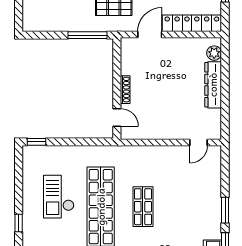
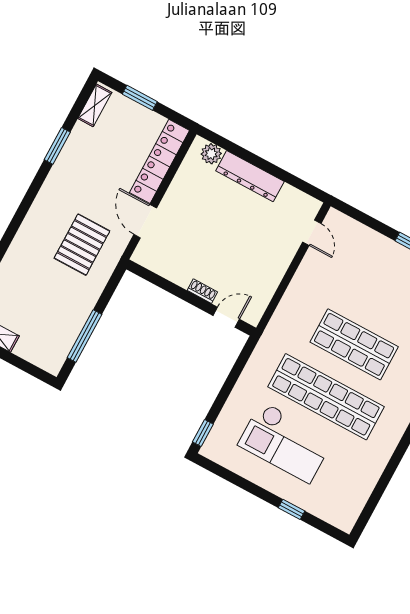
window: (87, 35) -> (84, 336), moved
shoe rack: (125, 90) -> (202, 291), width x0.70
checkout: (59, 197) -> (285, 442), width x1.36, depth x1.21
shop shelf: (143, 207) -> (354, 344), width x1.43, depth x1.36

